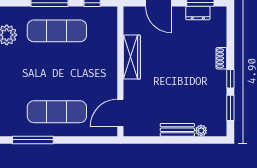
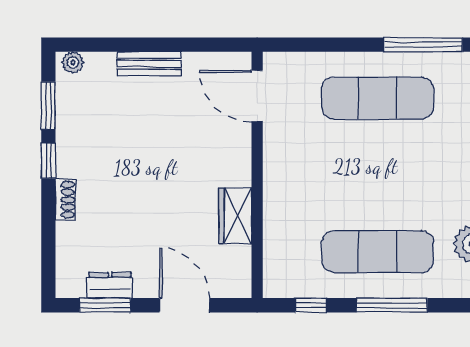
wardrobe: (132, 57) -> (235, 216), width x0.67
door: (120, 113) -> (257, 96), swing flipped
plant: (201, 131) -> (73, 62), moved

